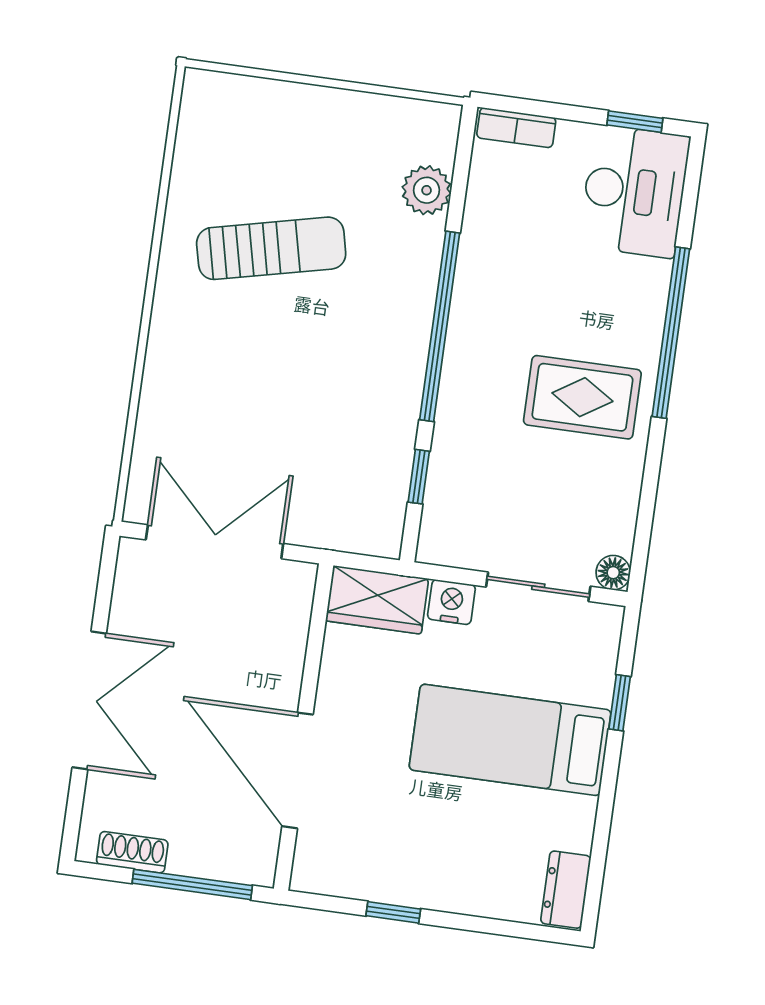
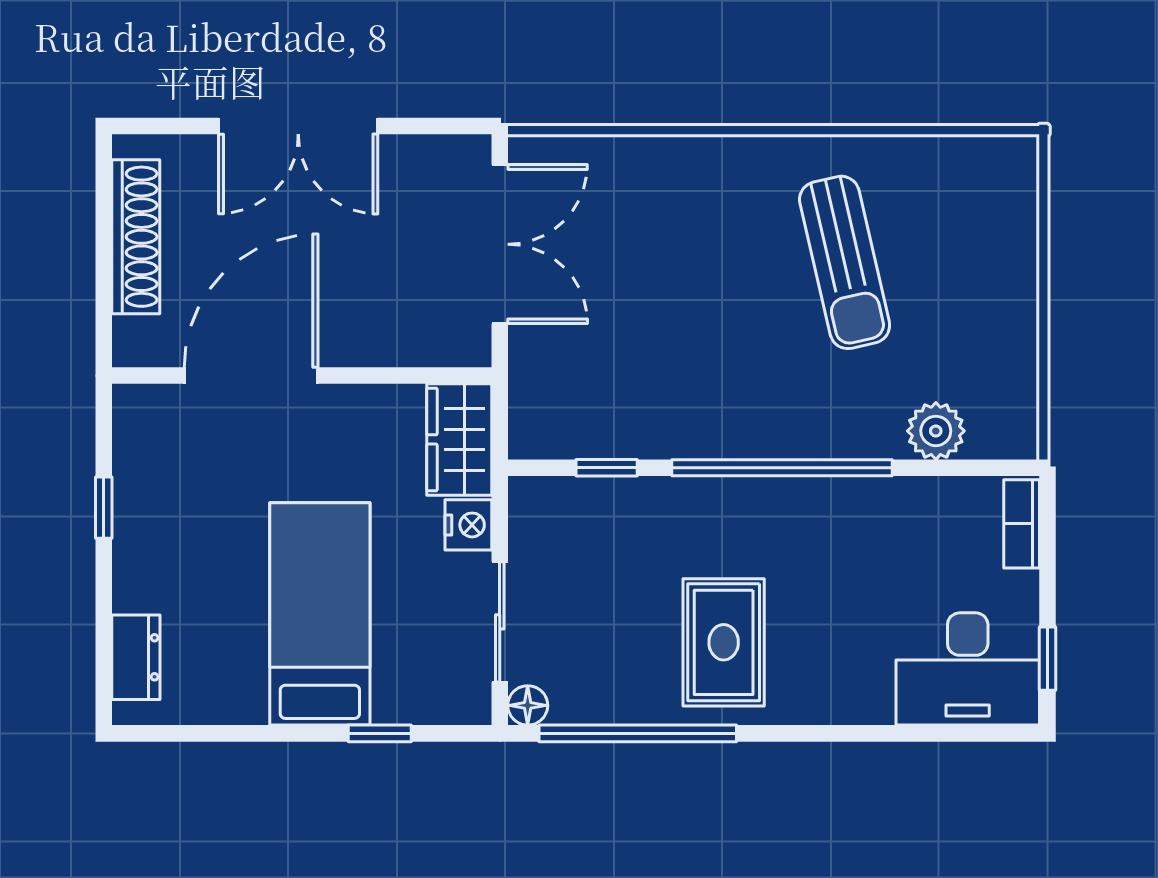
window: (671, 333) -> (638, 733), moved
shoe rack: (132, 852) -> (136, 237), width x1.94, depth x1.24
window: (192, 884) -> (104, 273), removed
dresser: (566, 890) -> (136, 657), moved, turned 90

